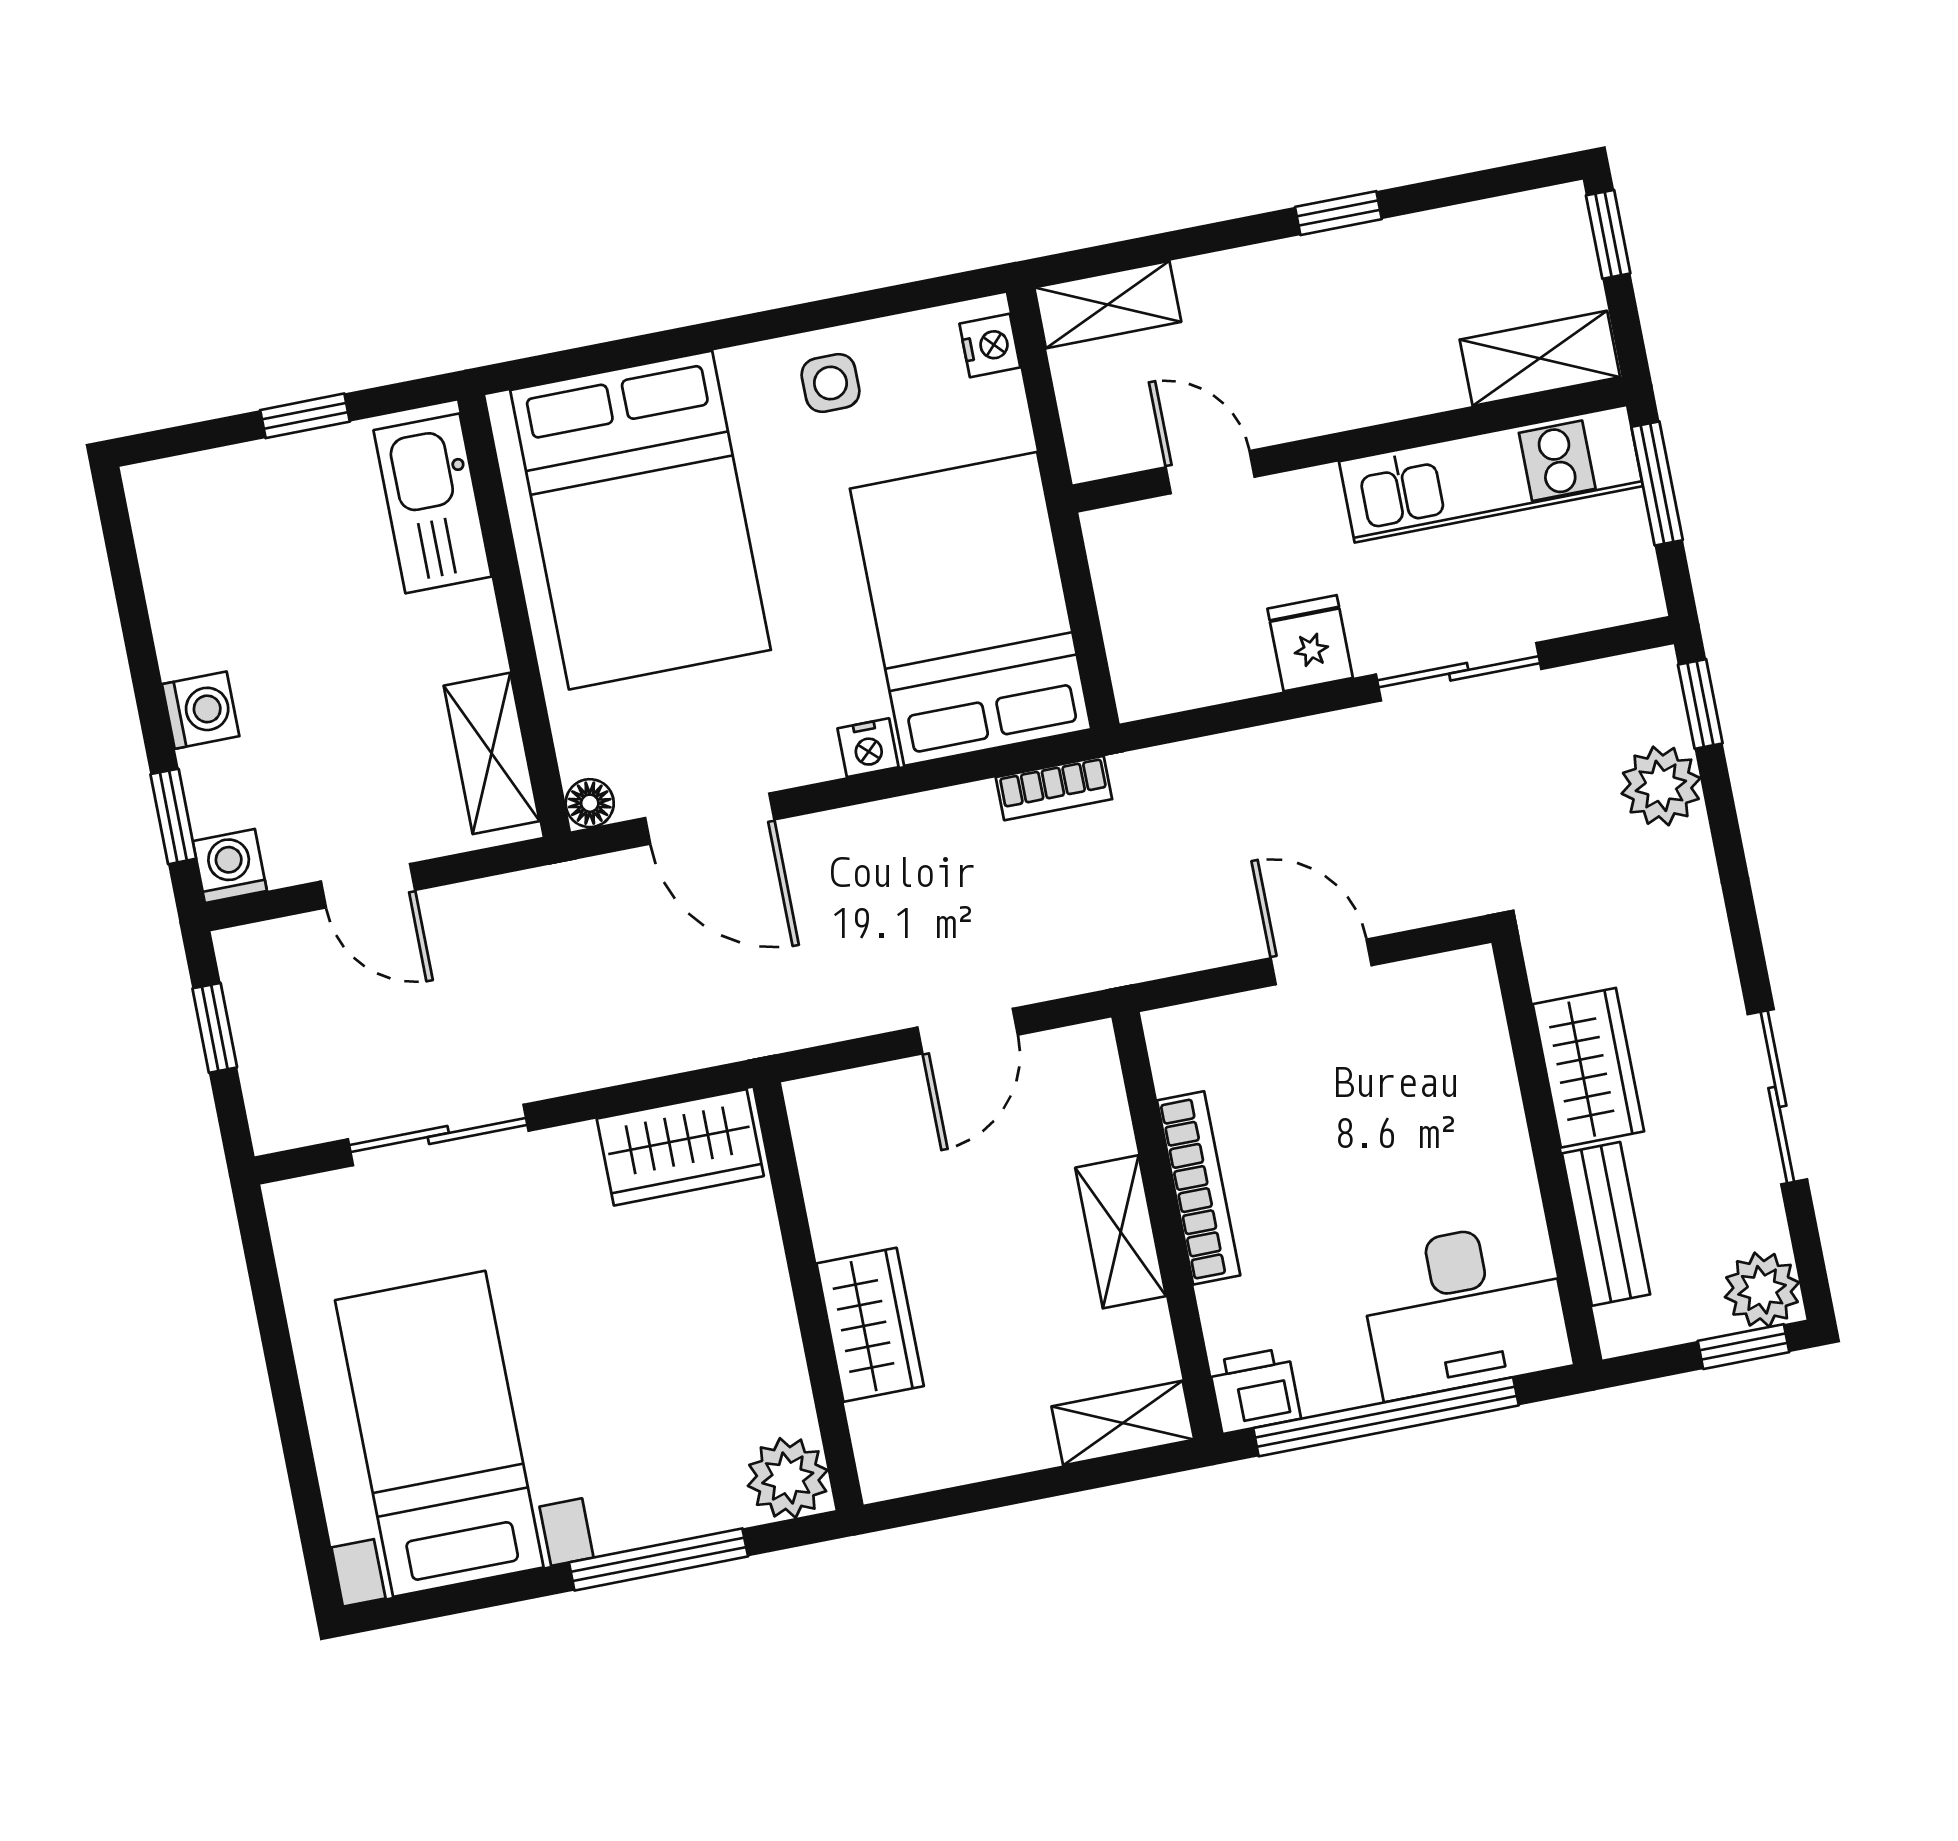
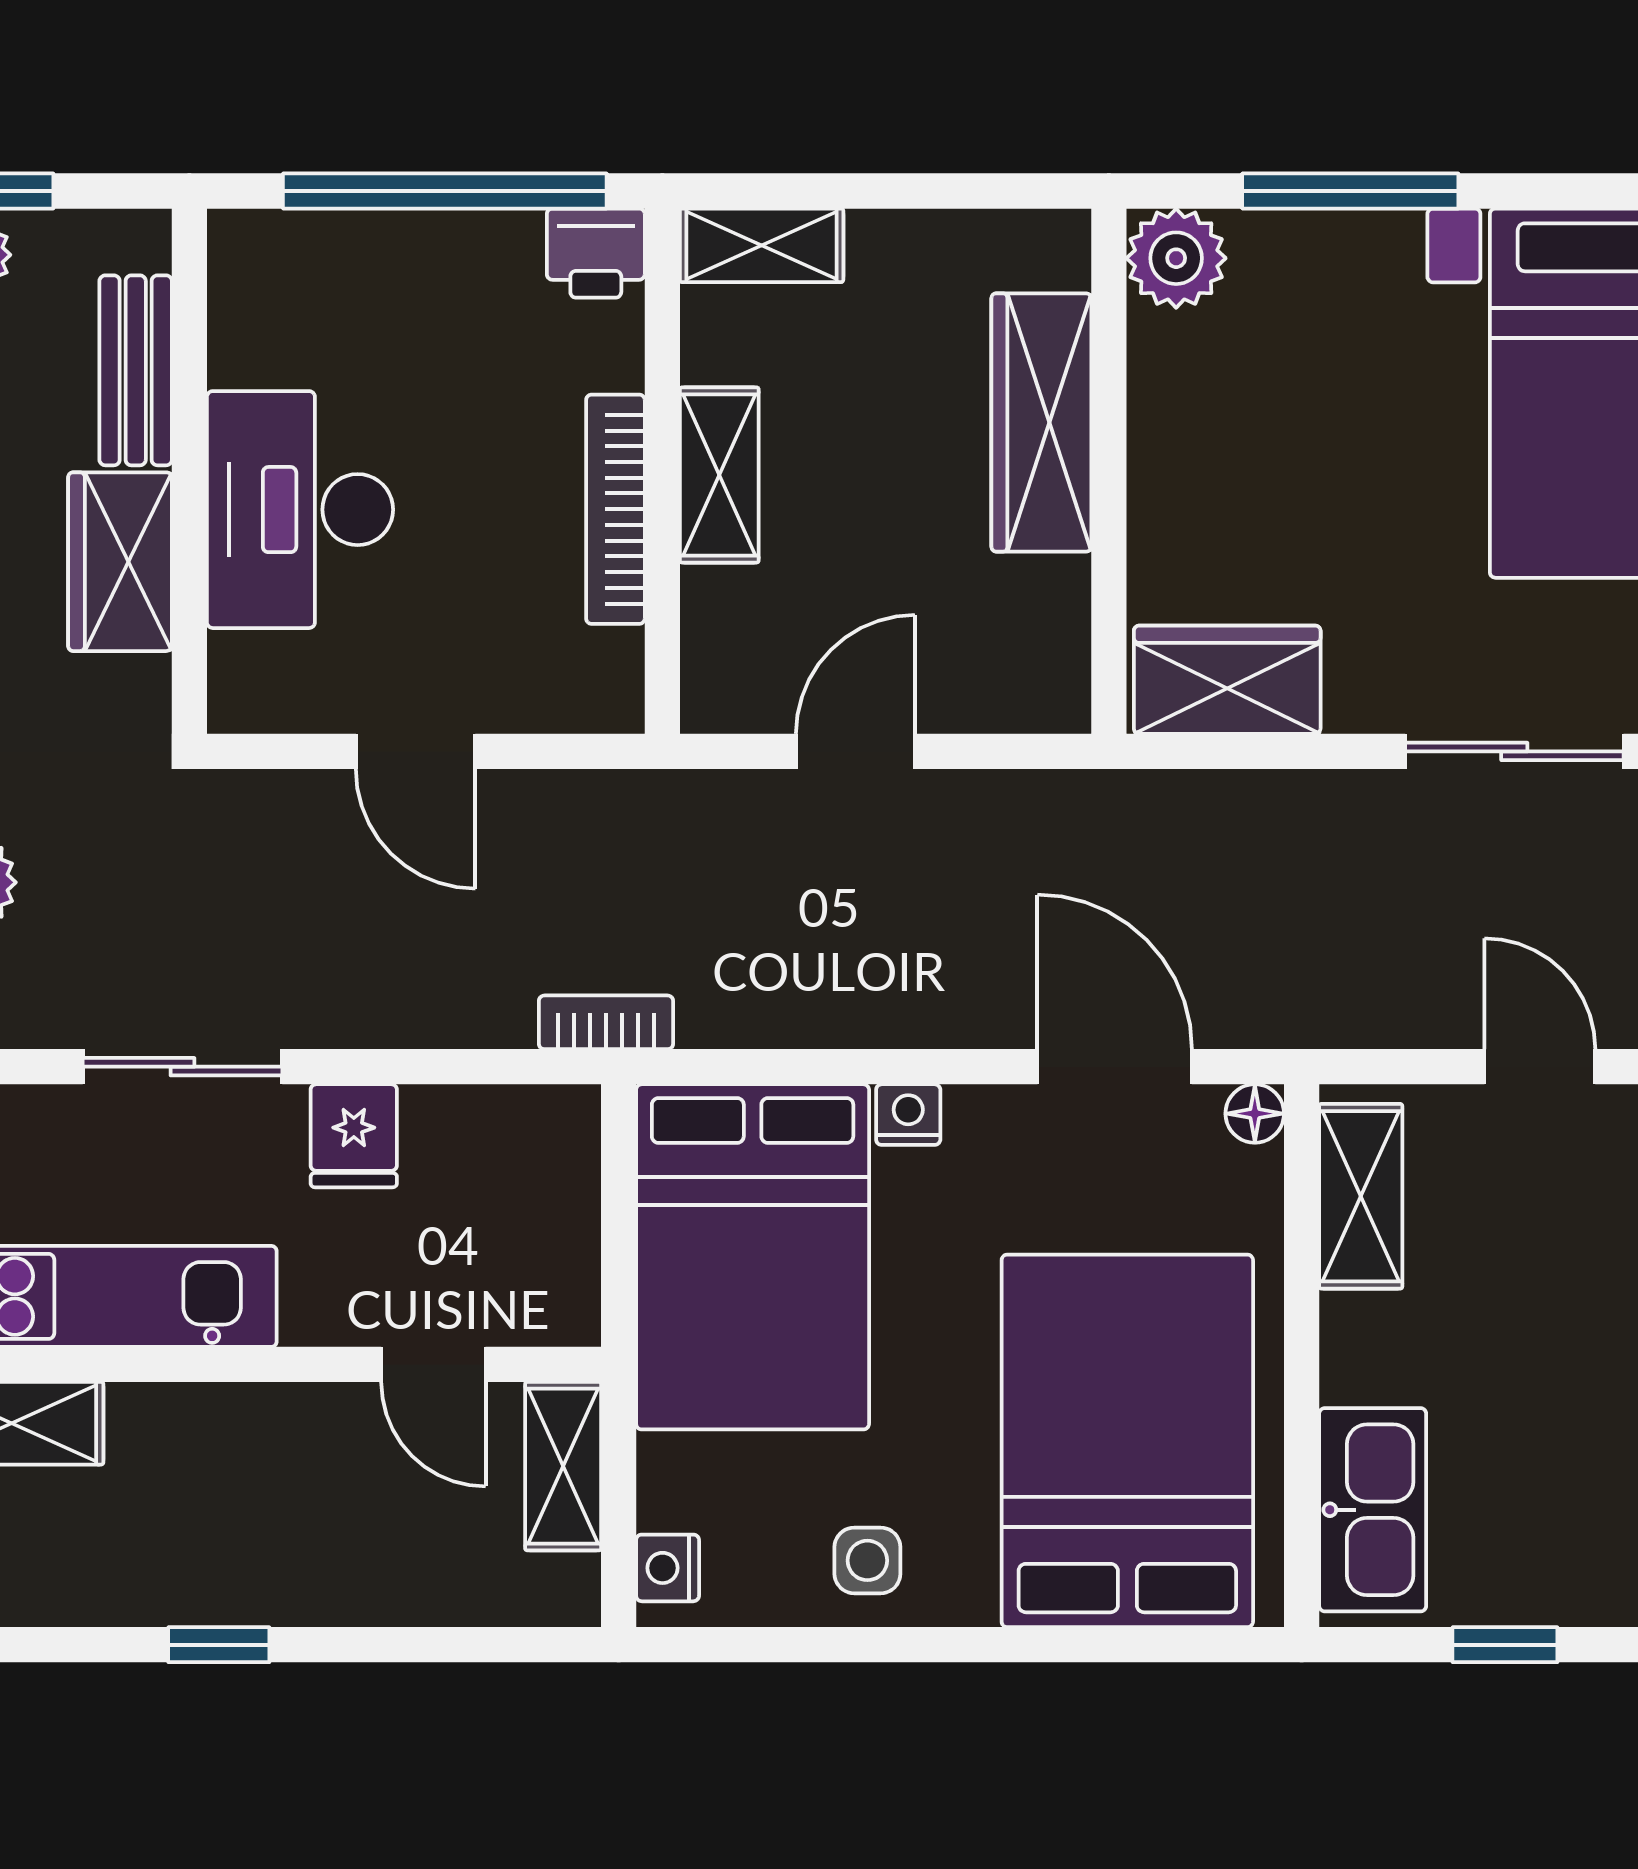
shelving: (1108, 305) -> (563, 1466), moved, turned 90
bookcase: (1054, 788) -> (606, 1022), moved
desk: (1464, 1309) -> (300, 510), moved, turned -90
wardrobe: (870, 1325) -> (1041, 422), width x1.50

